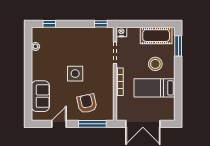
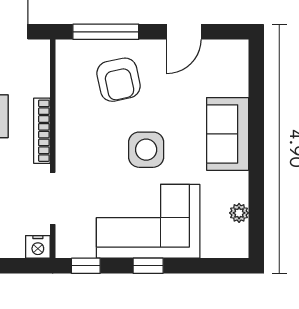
window: (49, 24) -> (148, 266), moved
corner sofa: (74, 43) -> (148, 221), added
sofa: (40, 96) -> (228, 134), moved

